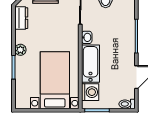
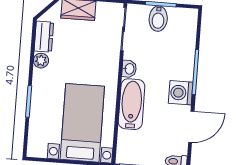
plant: (20, 50) -> (41, 61), moved
washing machine: (90, 92) -> (181, 93), moved, turned 180

